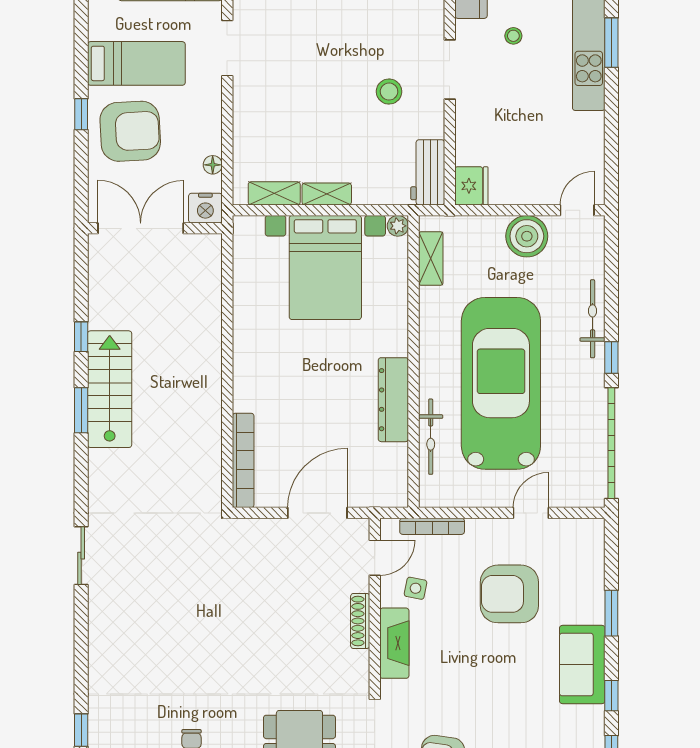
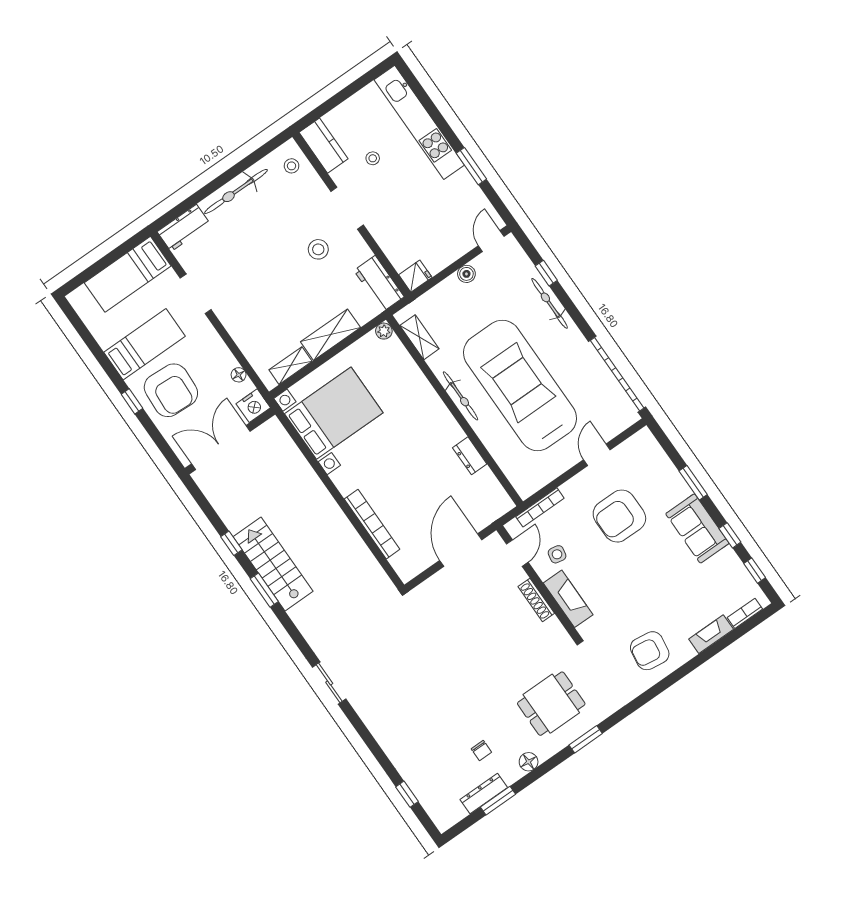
window: (611, 43) -> (471, 166), moved
armchair: (130, 131) -> (171, 390), turned 96
fridge: (471, 186) -> (415, 276), width x0.72
shelving: (327, 194) -> (330, 335), width x1.50, depth x1.33
boiler: (527, 236) -> (466, 274), width x0.54, depth x0.54
bed with nightstands: (325, 268) -> (334, 413), moved, turned -90
window: (611, 358) -> (546, 273), moved
dresser: (393, 400) -> (470, 456), width x0.51, depth x0.80
bicycle: (431, 437) -> (460, 396), moved
bookcase: (243, 460) -> (372, 524), moved

